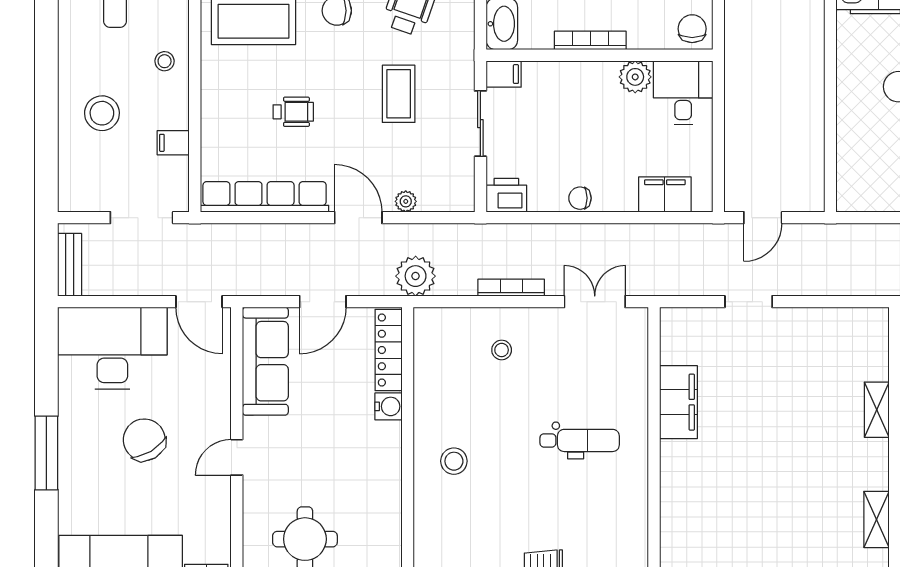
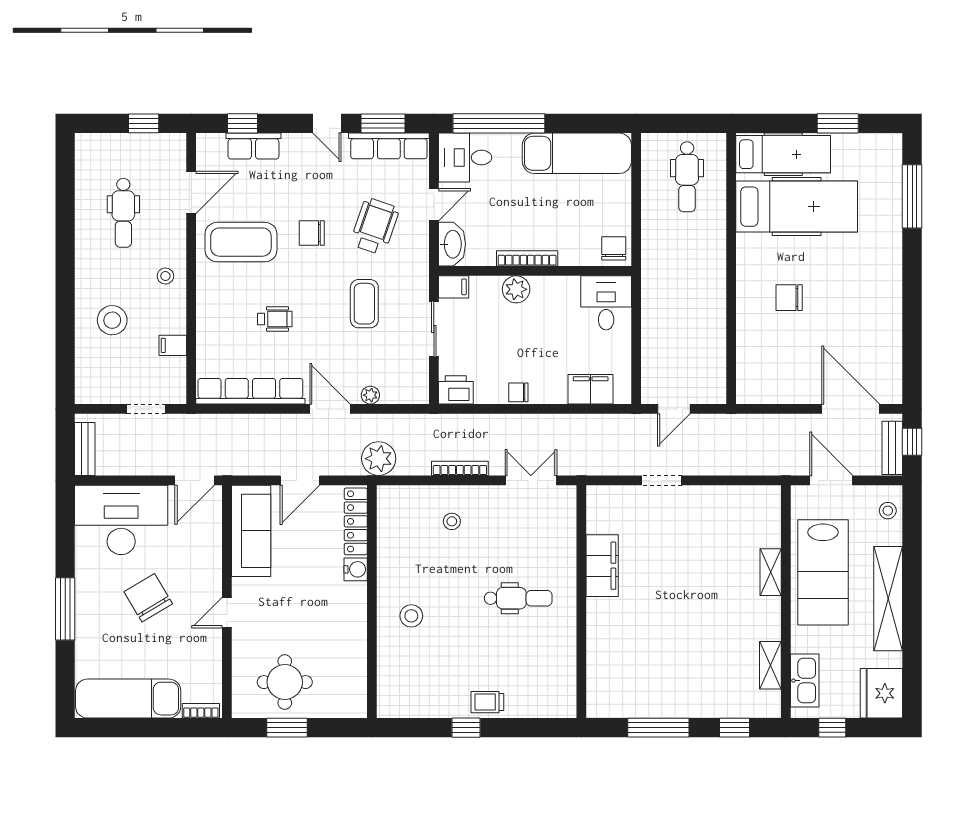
plant: (635, 77) -> (516, 289), moved
doorway: (142, 218) -> (146, 409), width x0.73
door: (199, 302) -> (195, 480), hinge flipped

